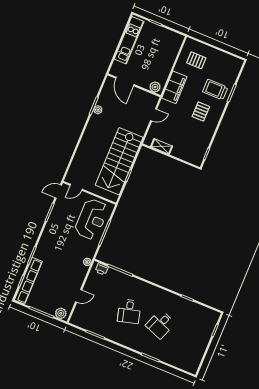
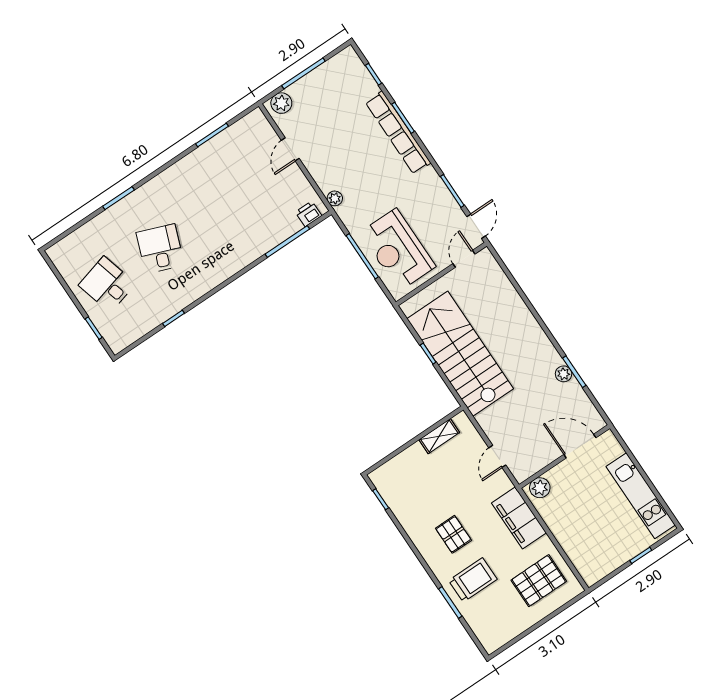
pallet: (196, 60) -> (539, 581), width x1.50, depth x1.42
row of seats: (28, 281) -> (398, 133), moved
desk: (129, 311) -> (107, 284), moved

